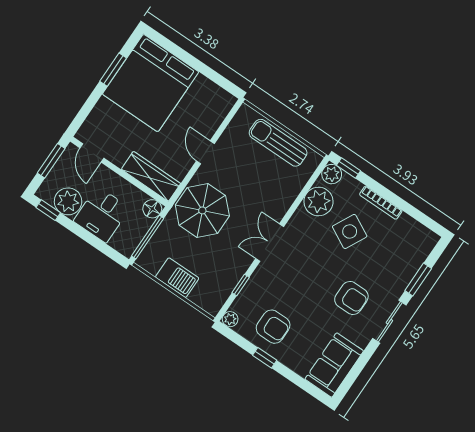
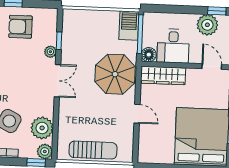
desk: (102, 215) -> (173, 46), moved, turned 180
barbecue: (177, 278) -> (129, 25), moved, turned 90
plant: (230, 319) -> (50, 52), moved

